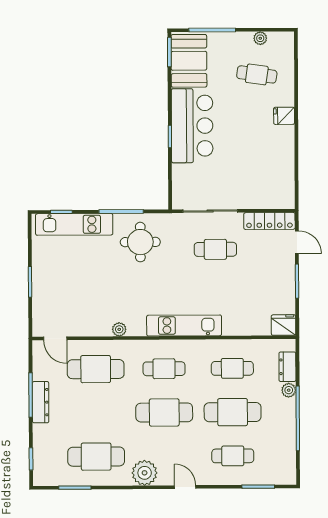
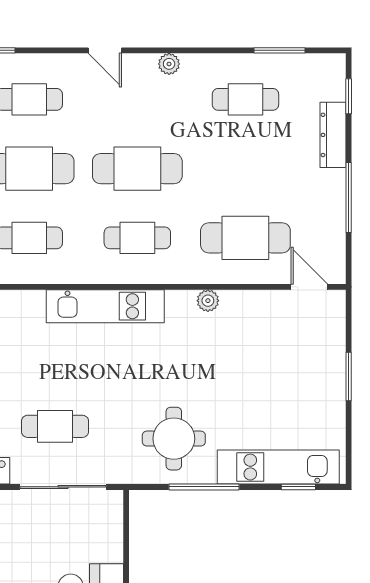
dresser: (41, 402) -> (333, 135), moved
cafe table: (96, 457) -> (245, 99), width x0.73, depth x0.74
plant: (145, 473) -> (169, 64), width x0.53, depth x0.53

